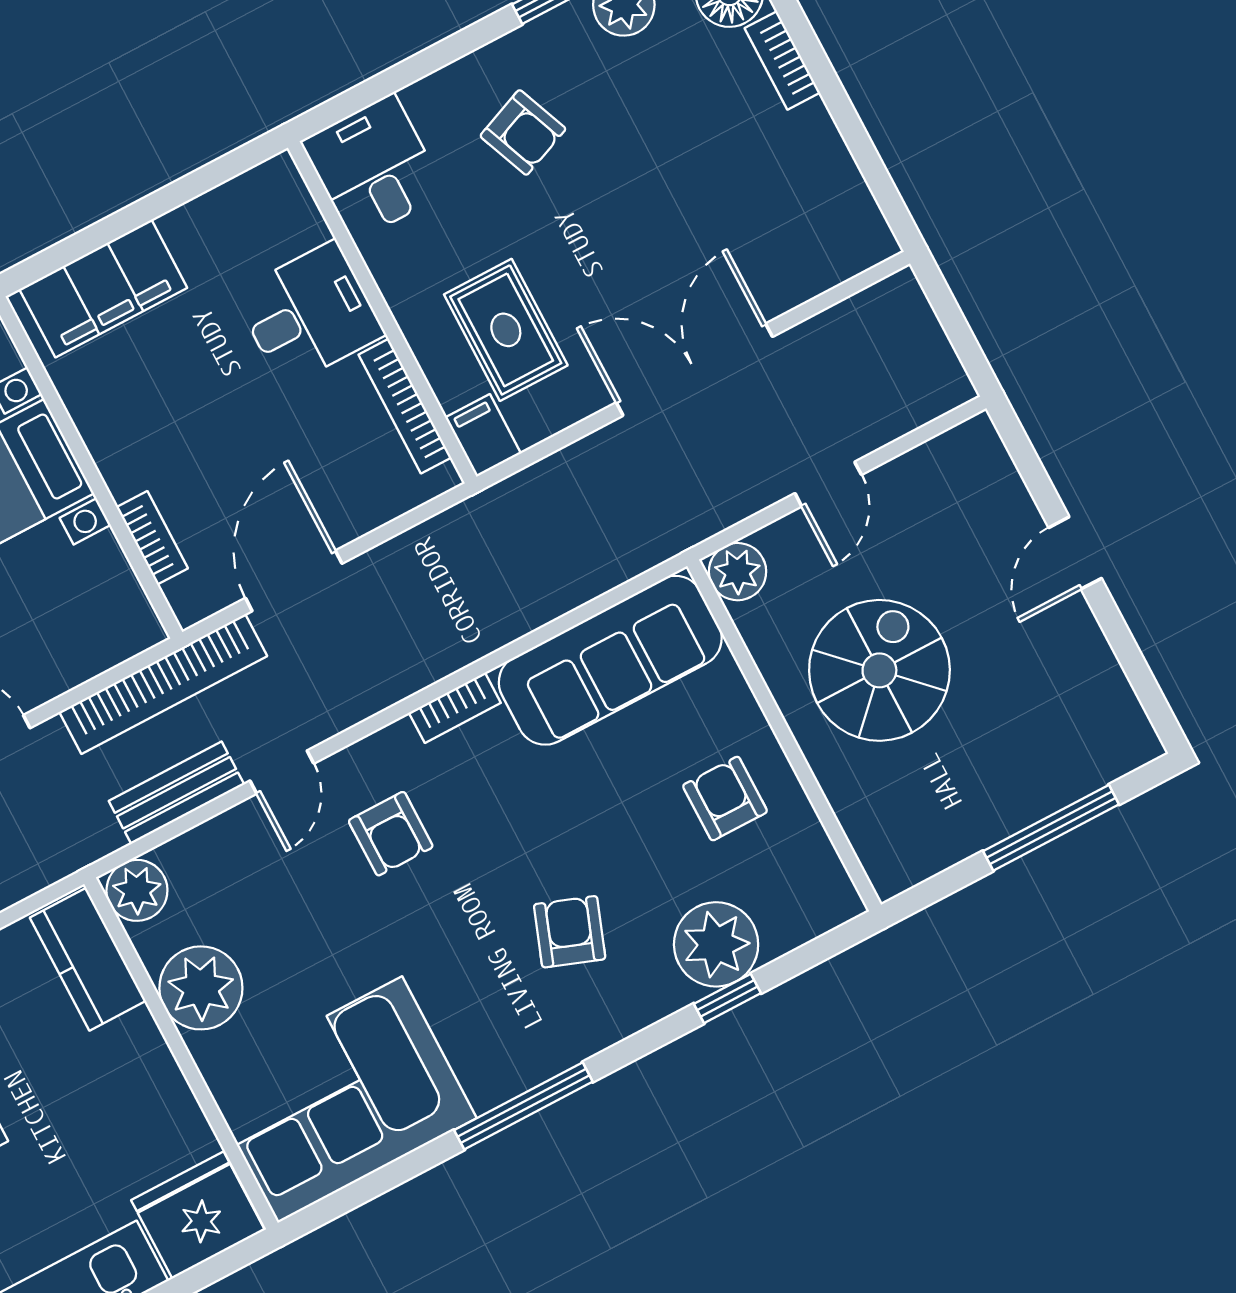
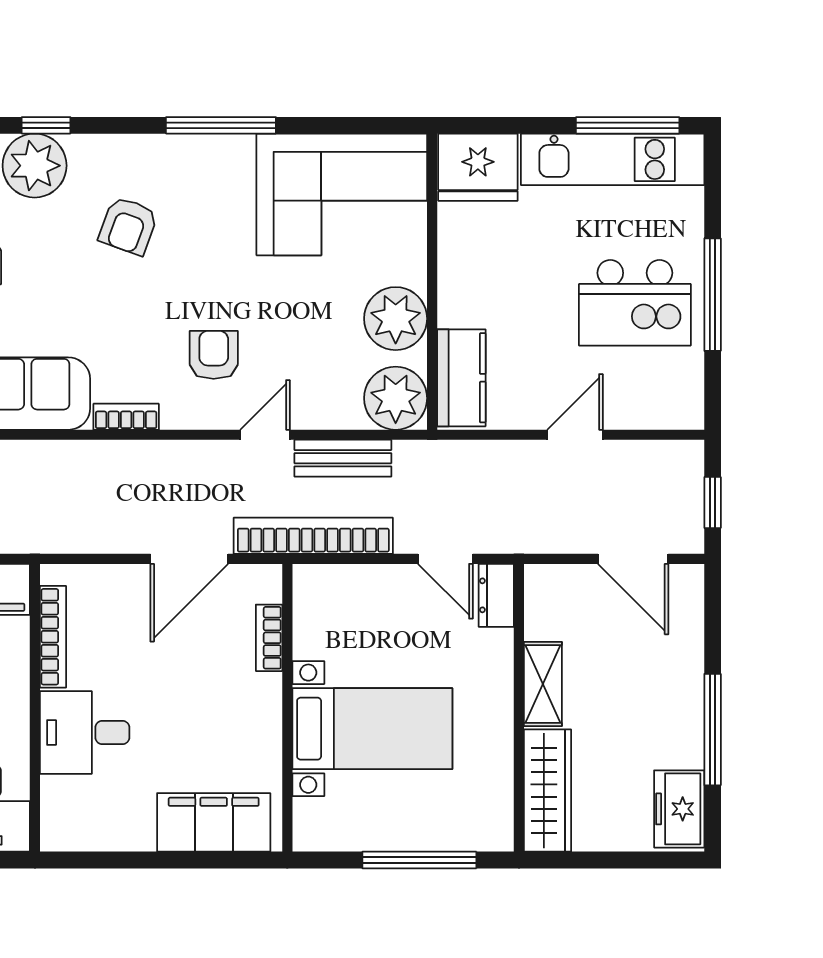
plant: (137, 890) -> (396, 398), width x1.36, depth x1.36

